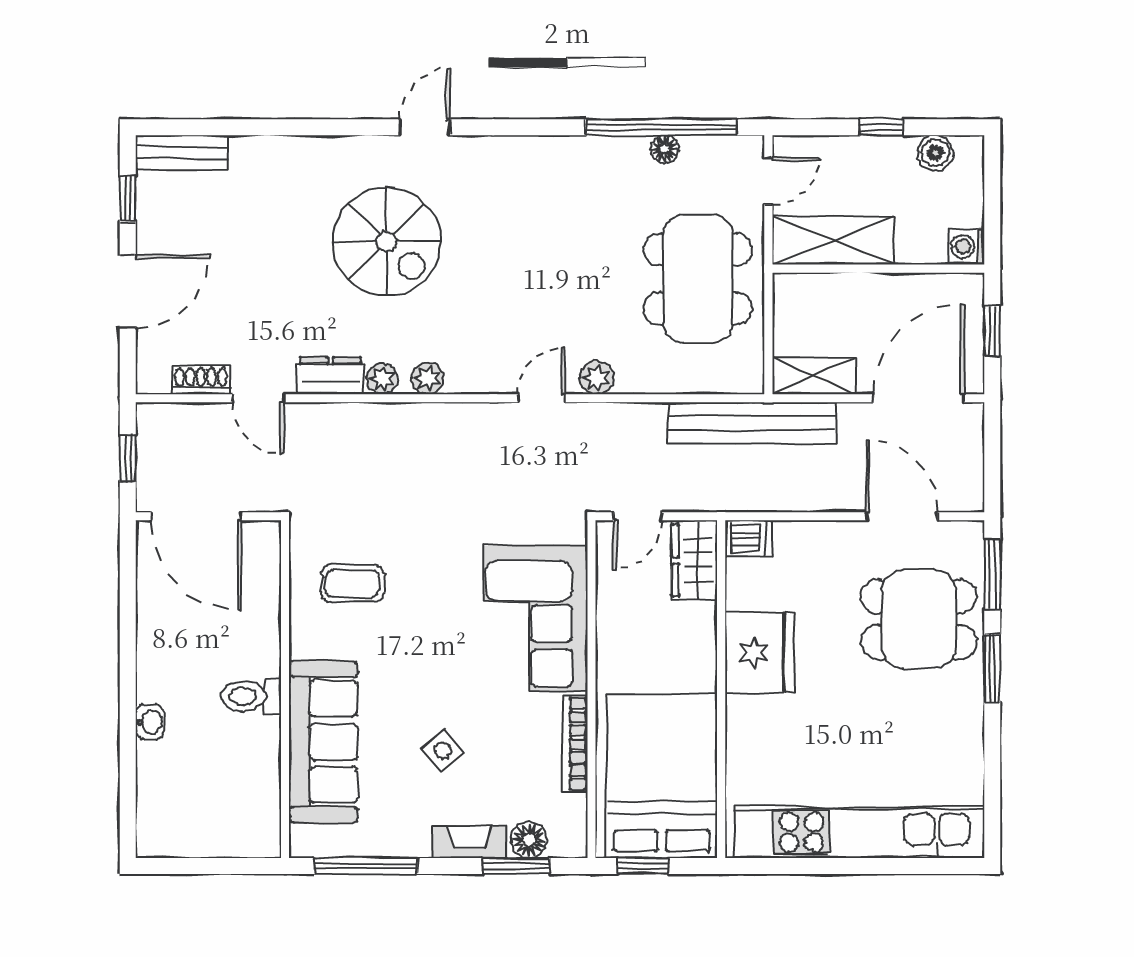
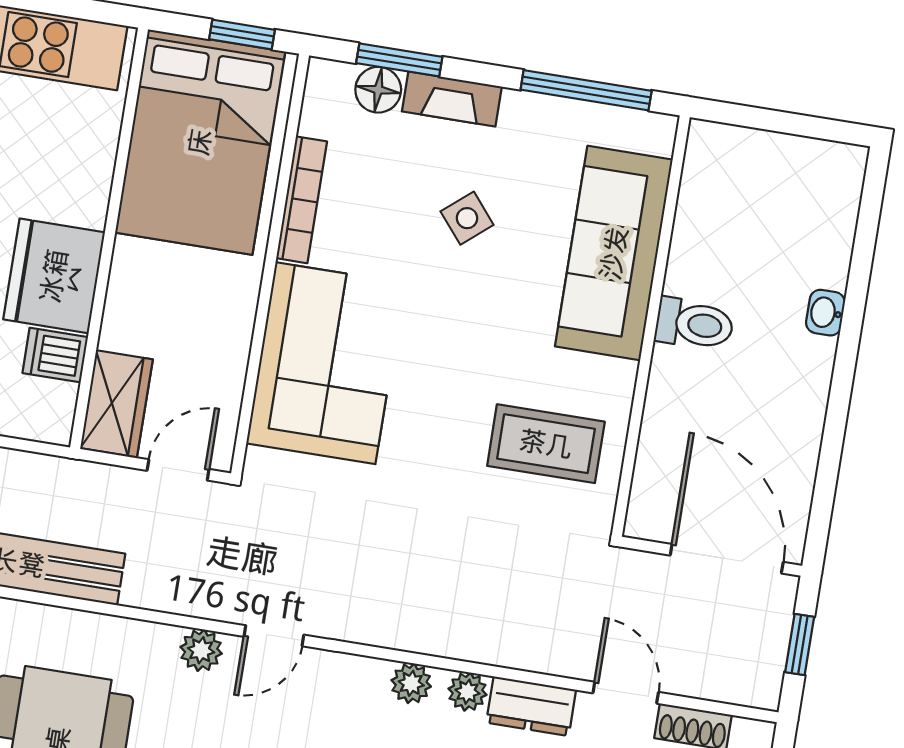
dishwasher: (749, 538) -> (55, 355), moved
coffee table: (352, 583) -> (546, 444), width x1.36, depth x1.30

